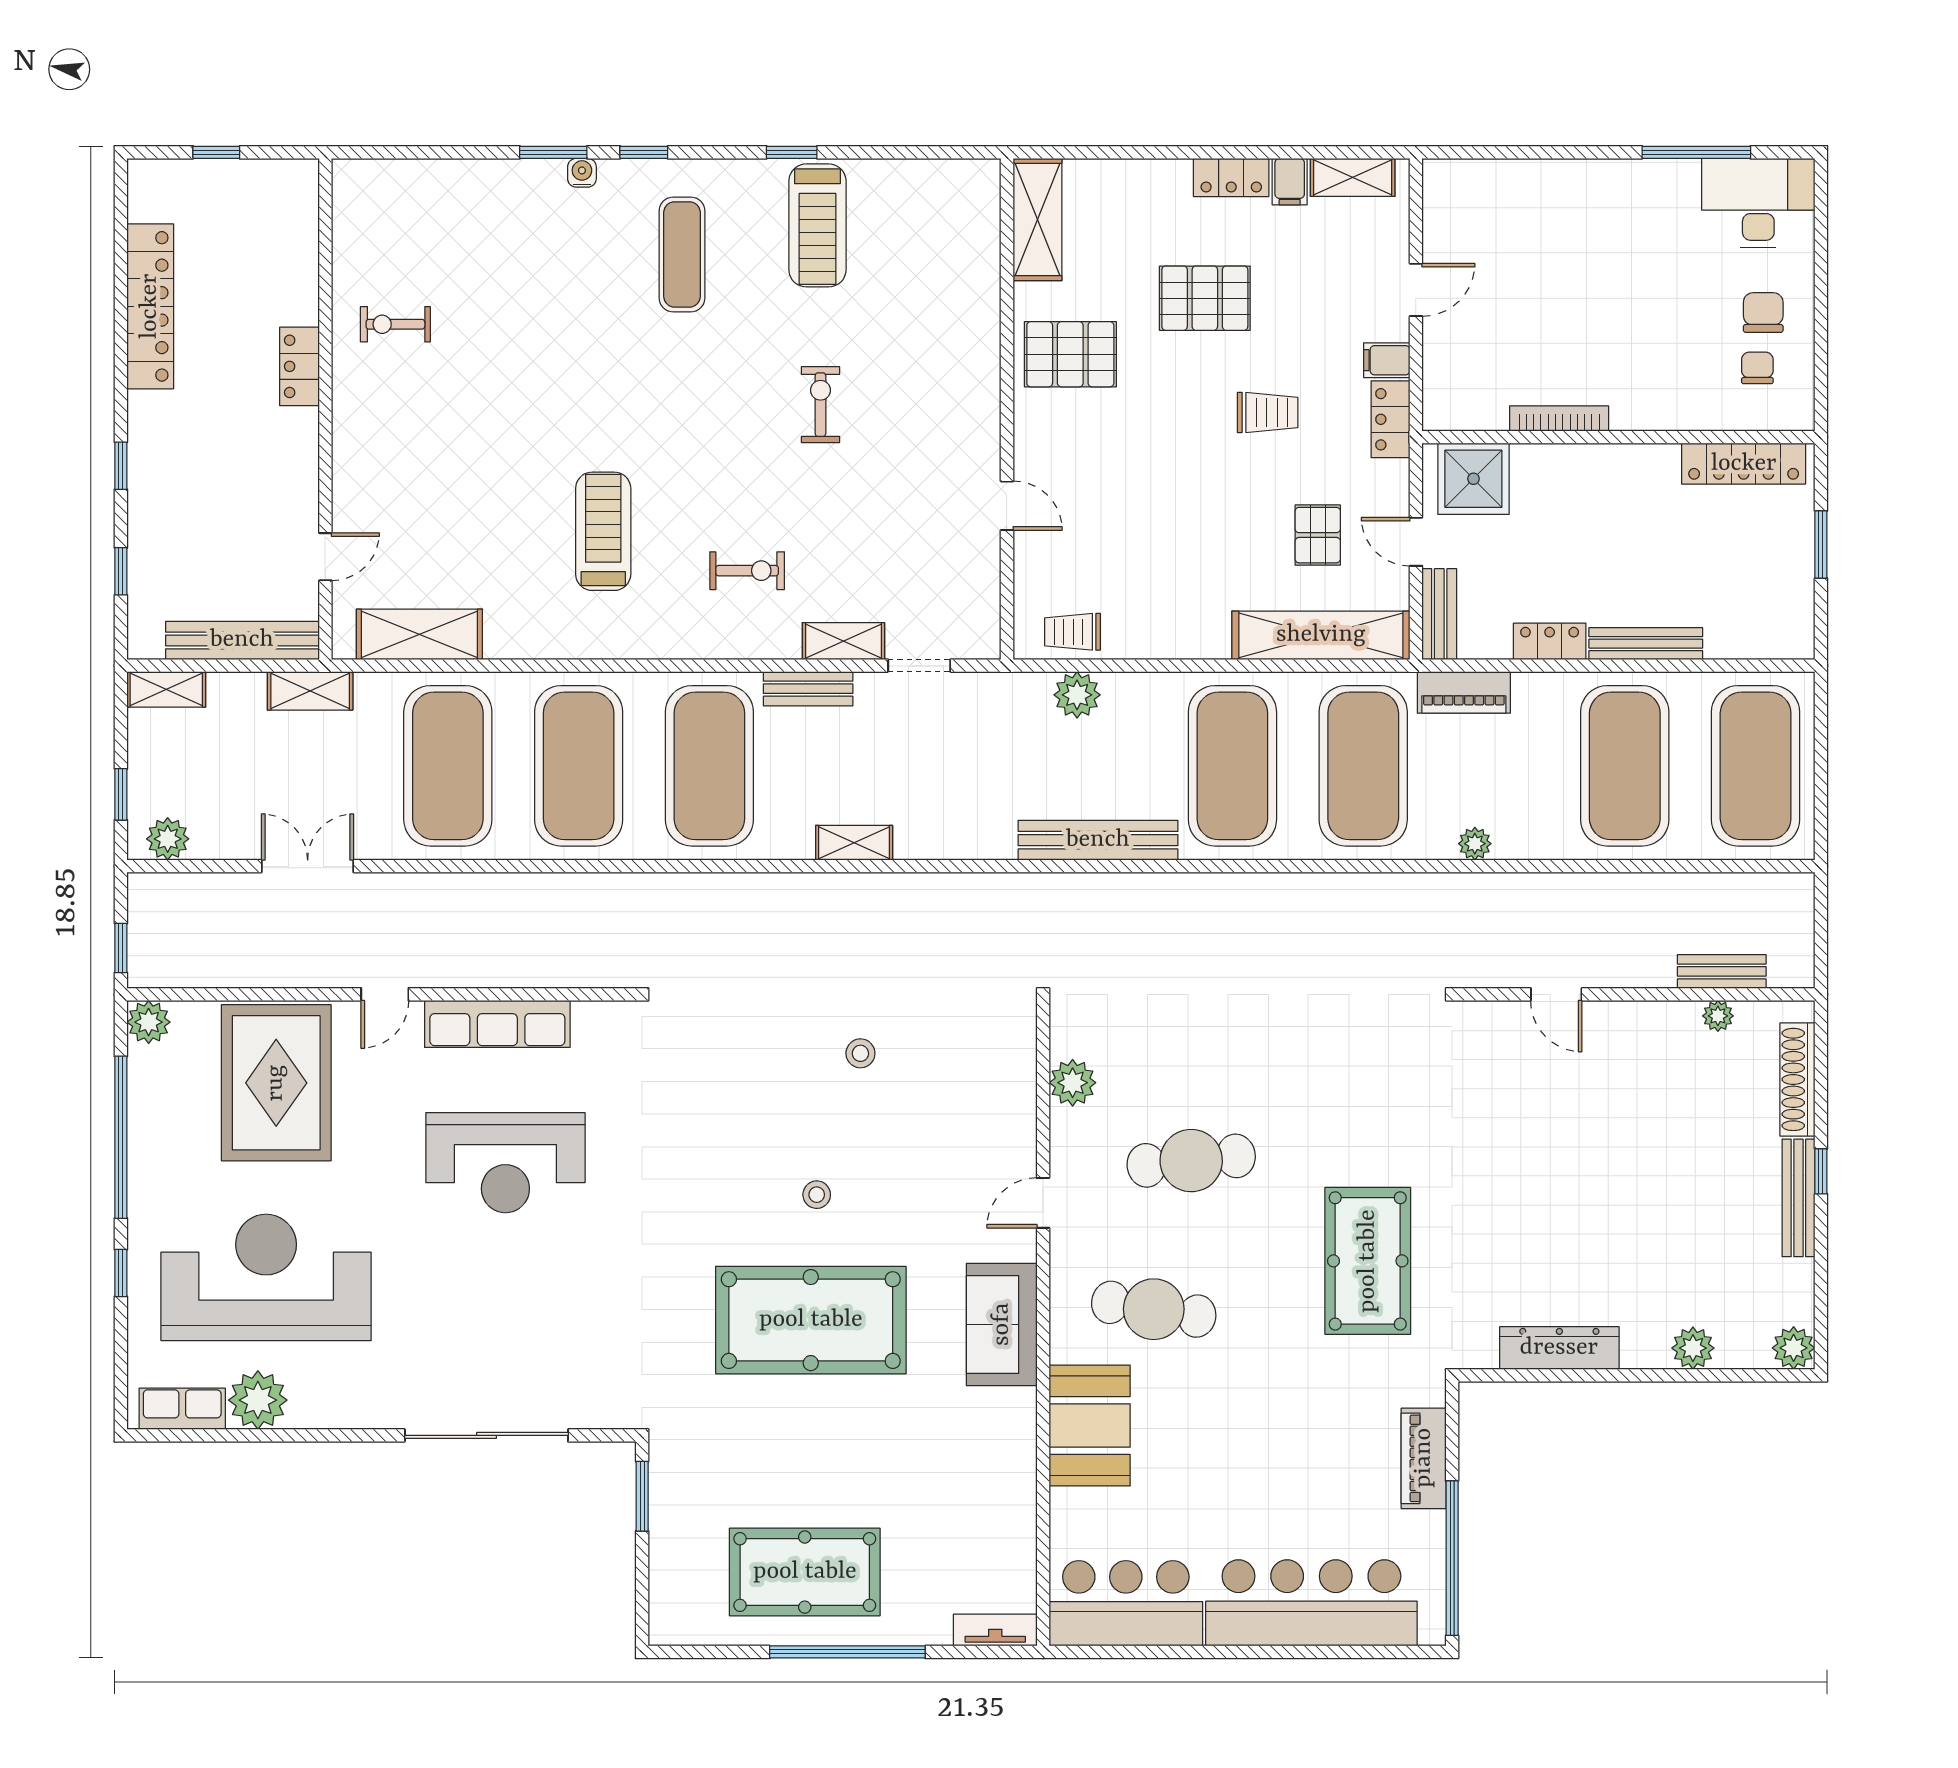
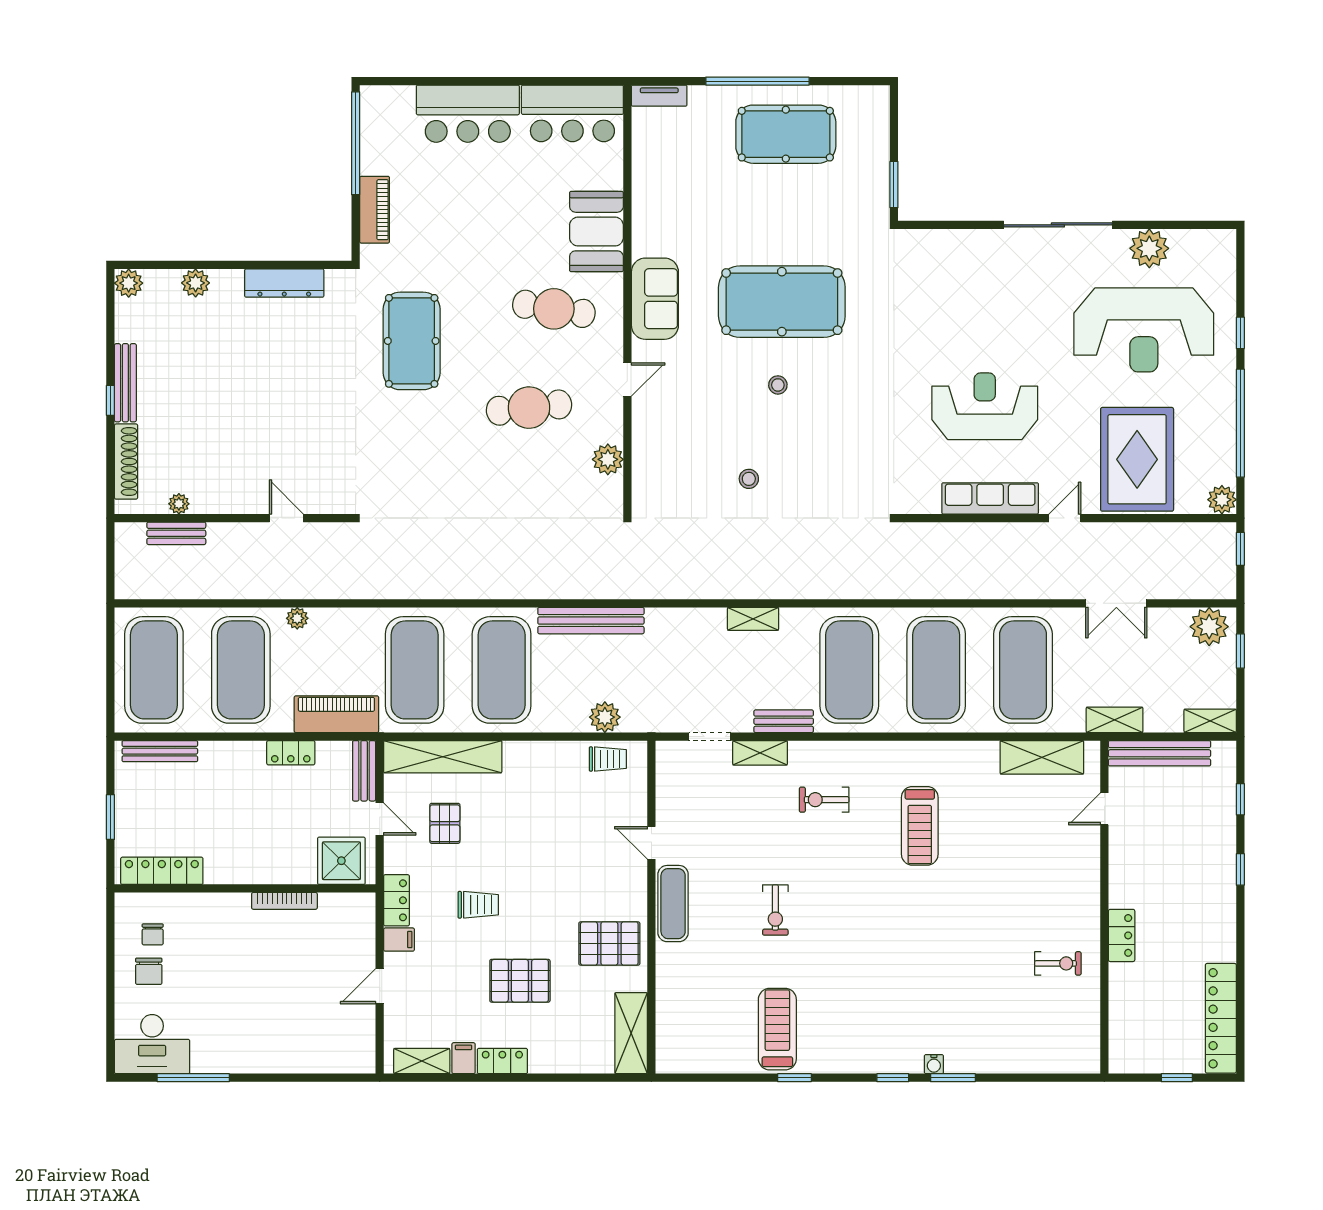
exercise mat: (682, 254) -> (673, 904), moved
locker: (150, 306) -> (1221, 1018), moved
trolley: (1268, 412) -> (478, 905), turned 180
bench: (1646, 644) -> (160, 751), moved
piano: (1464, 692) -> (336, 714), width x1.37, depth x1.33
plant: (168, 839) -> (1209, 627), width x1.36, depth x1.36
plant: (1475, 844) -> (297, 618), moved
row of seats: (182, 1409) -> (1200, 243), removed
sliding door: (486, 1435) -> (1058, 225), moved
bar counter: (1311, 1603) -> (468, 114), width x0.73

